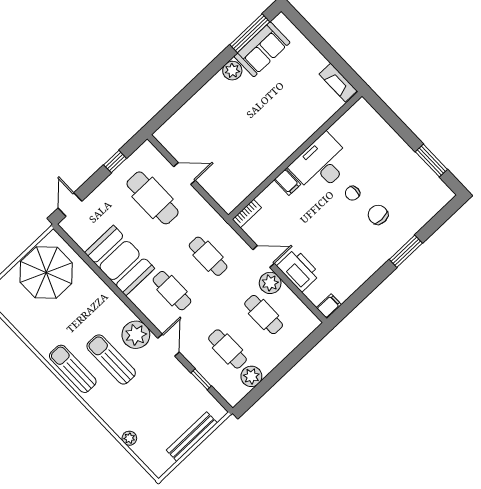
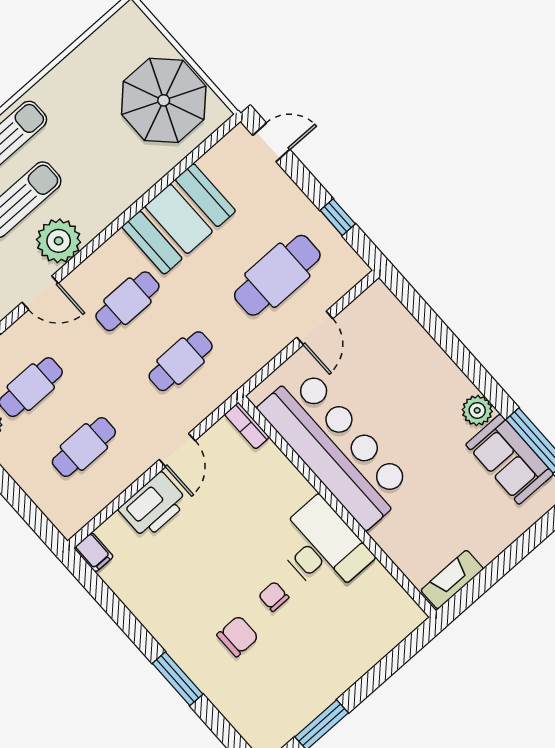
bar counter: (259, 158) -> (336, 448), added
filing cabinet: (287, 182) -> (295, 493), removed
plant: (270, 283) -> (134, 459), removed

